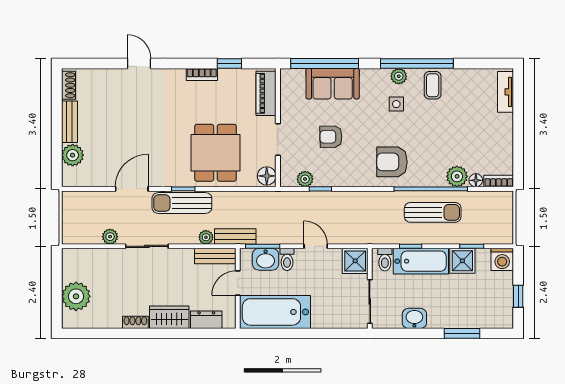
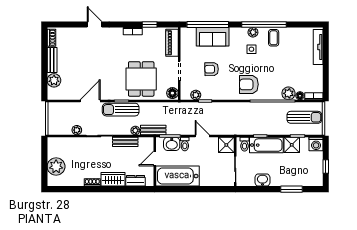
tv unit: (506, 92) -> (318, 47), width x1.41
sun lounger: (433, 212) -> (304, 117), moved
bench: (215, 256) -> (125, 142), moved

